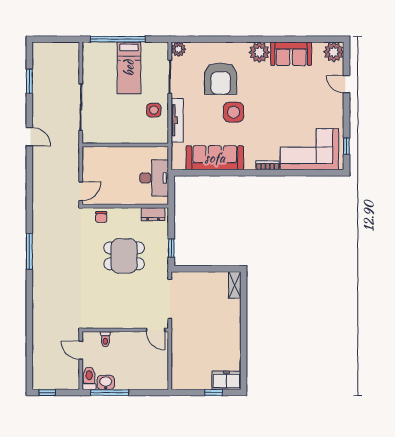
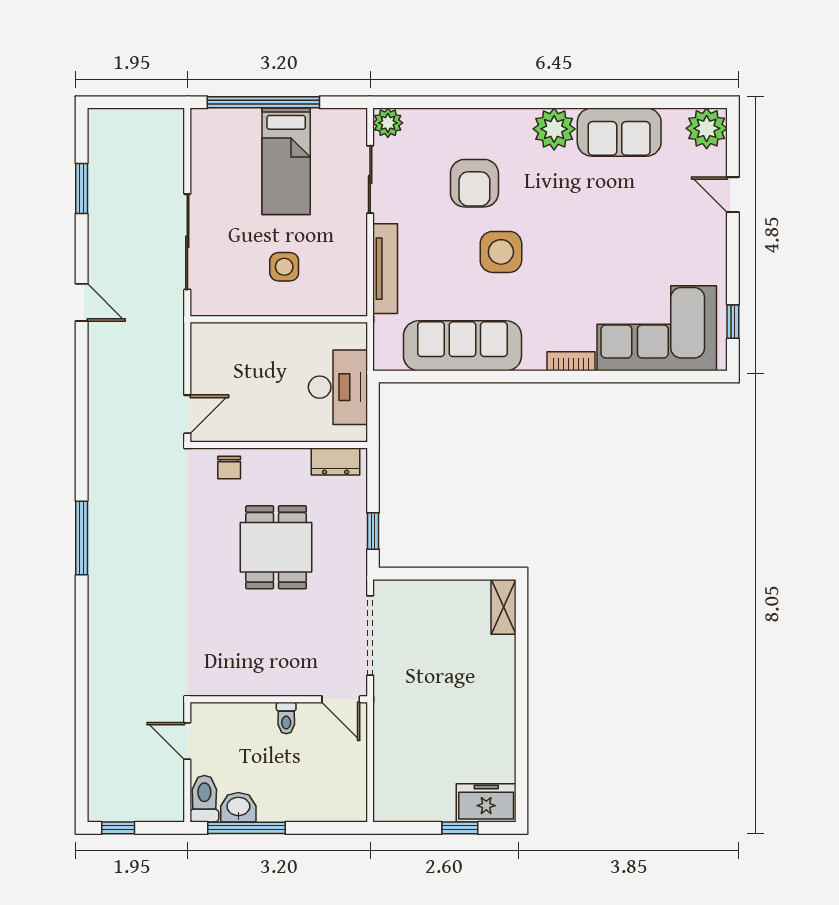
armchair: (221, 79) -> (474, 183), width x0.73, depth x0.73
side table: (154, 110) -> (284, 267), moved
dining table: (124, 256) -> (276, 547), turned 90
toilet: (105, 339) -> (286, 718), moved

